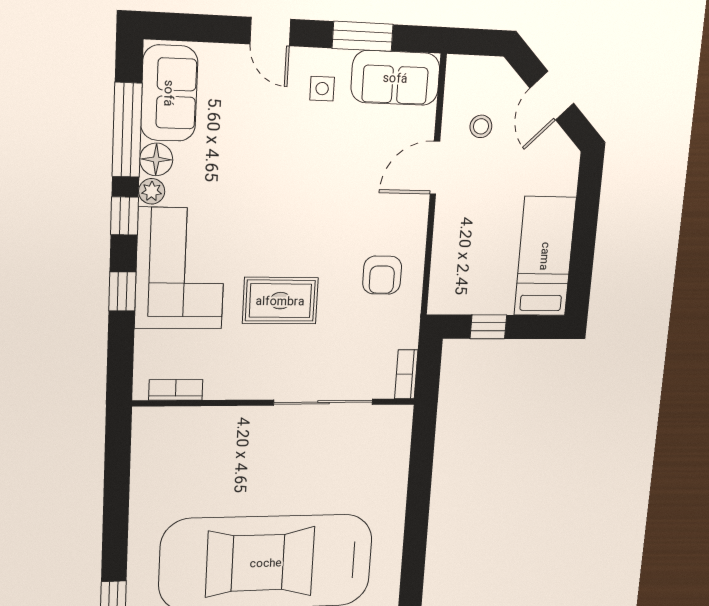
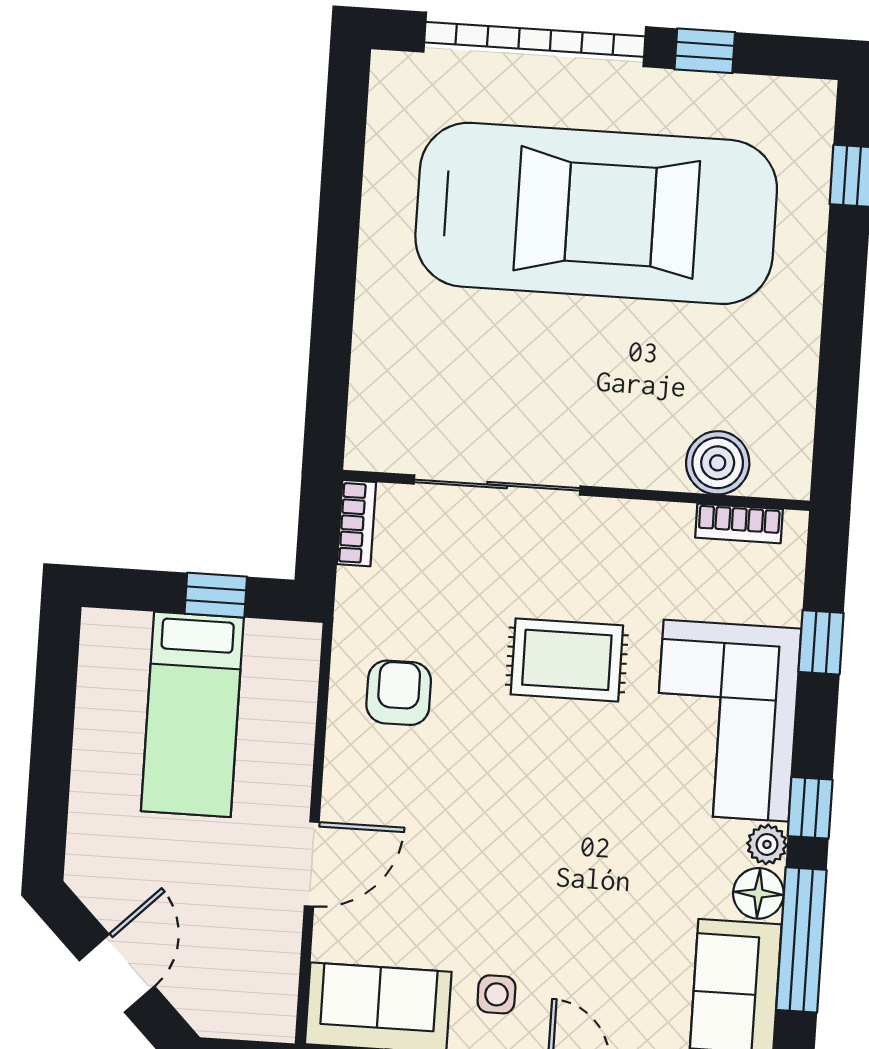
stool: (481, 126) -> (236, 928), removed
bed: (545, 256) -> (192, 714), moved
window: (122, 291) -> (821, 642), moved
boiler: (190, 425) -> (718, 463), added

